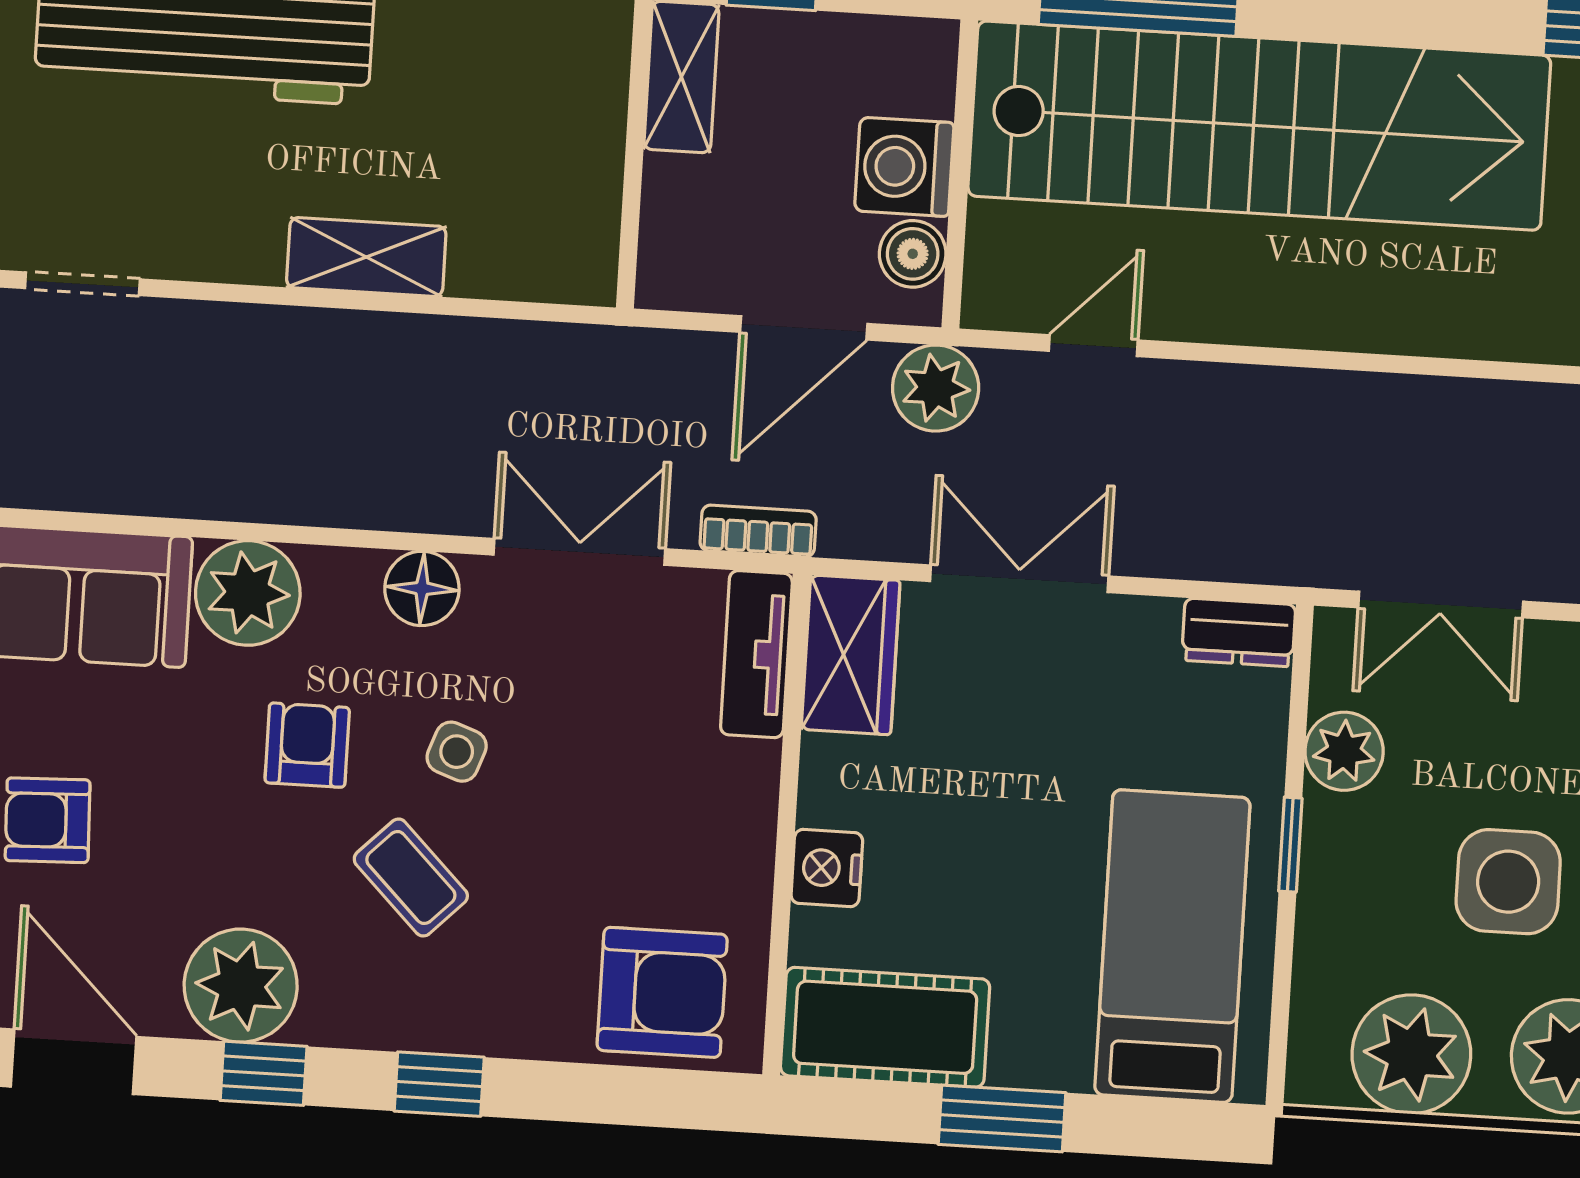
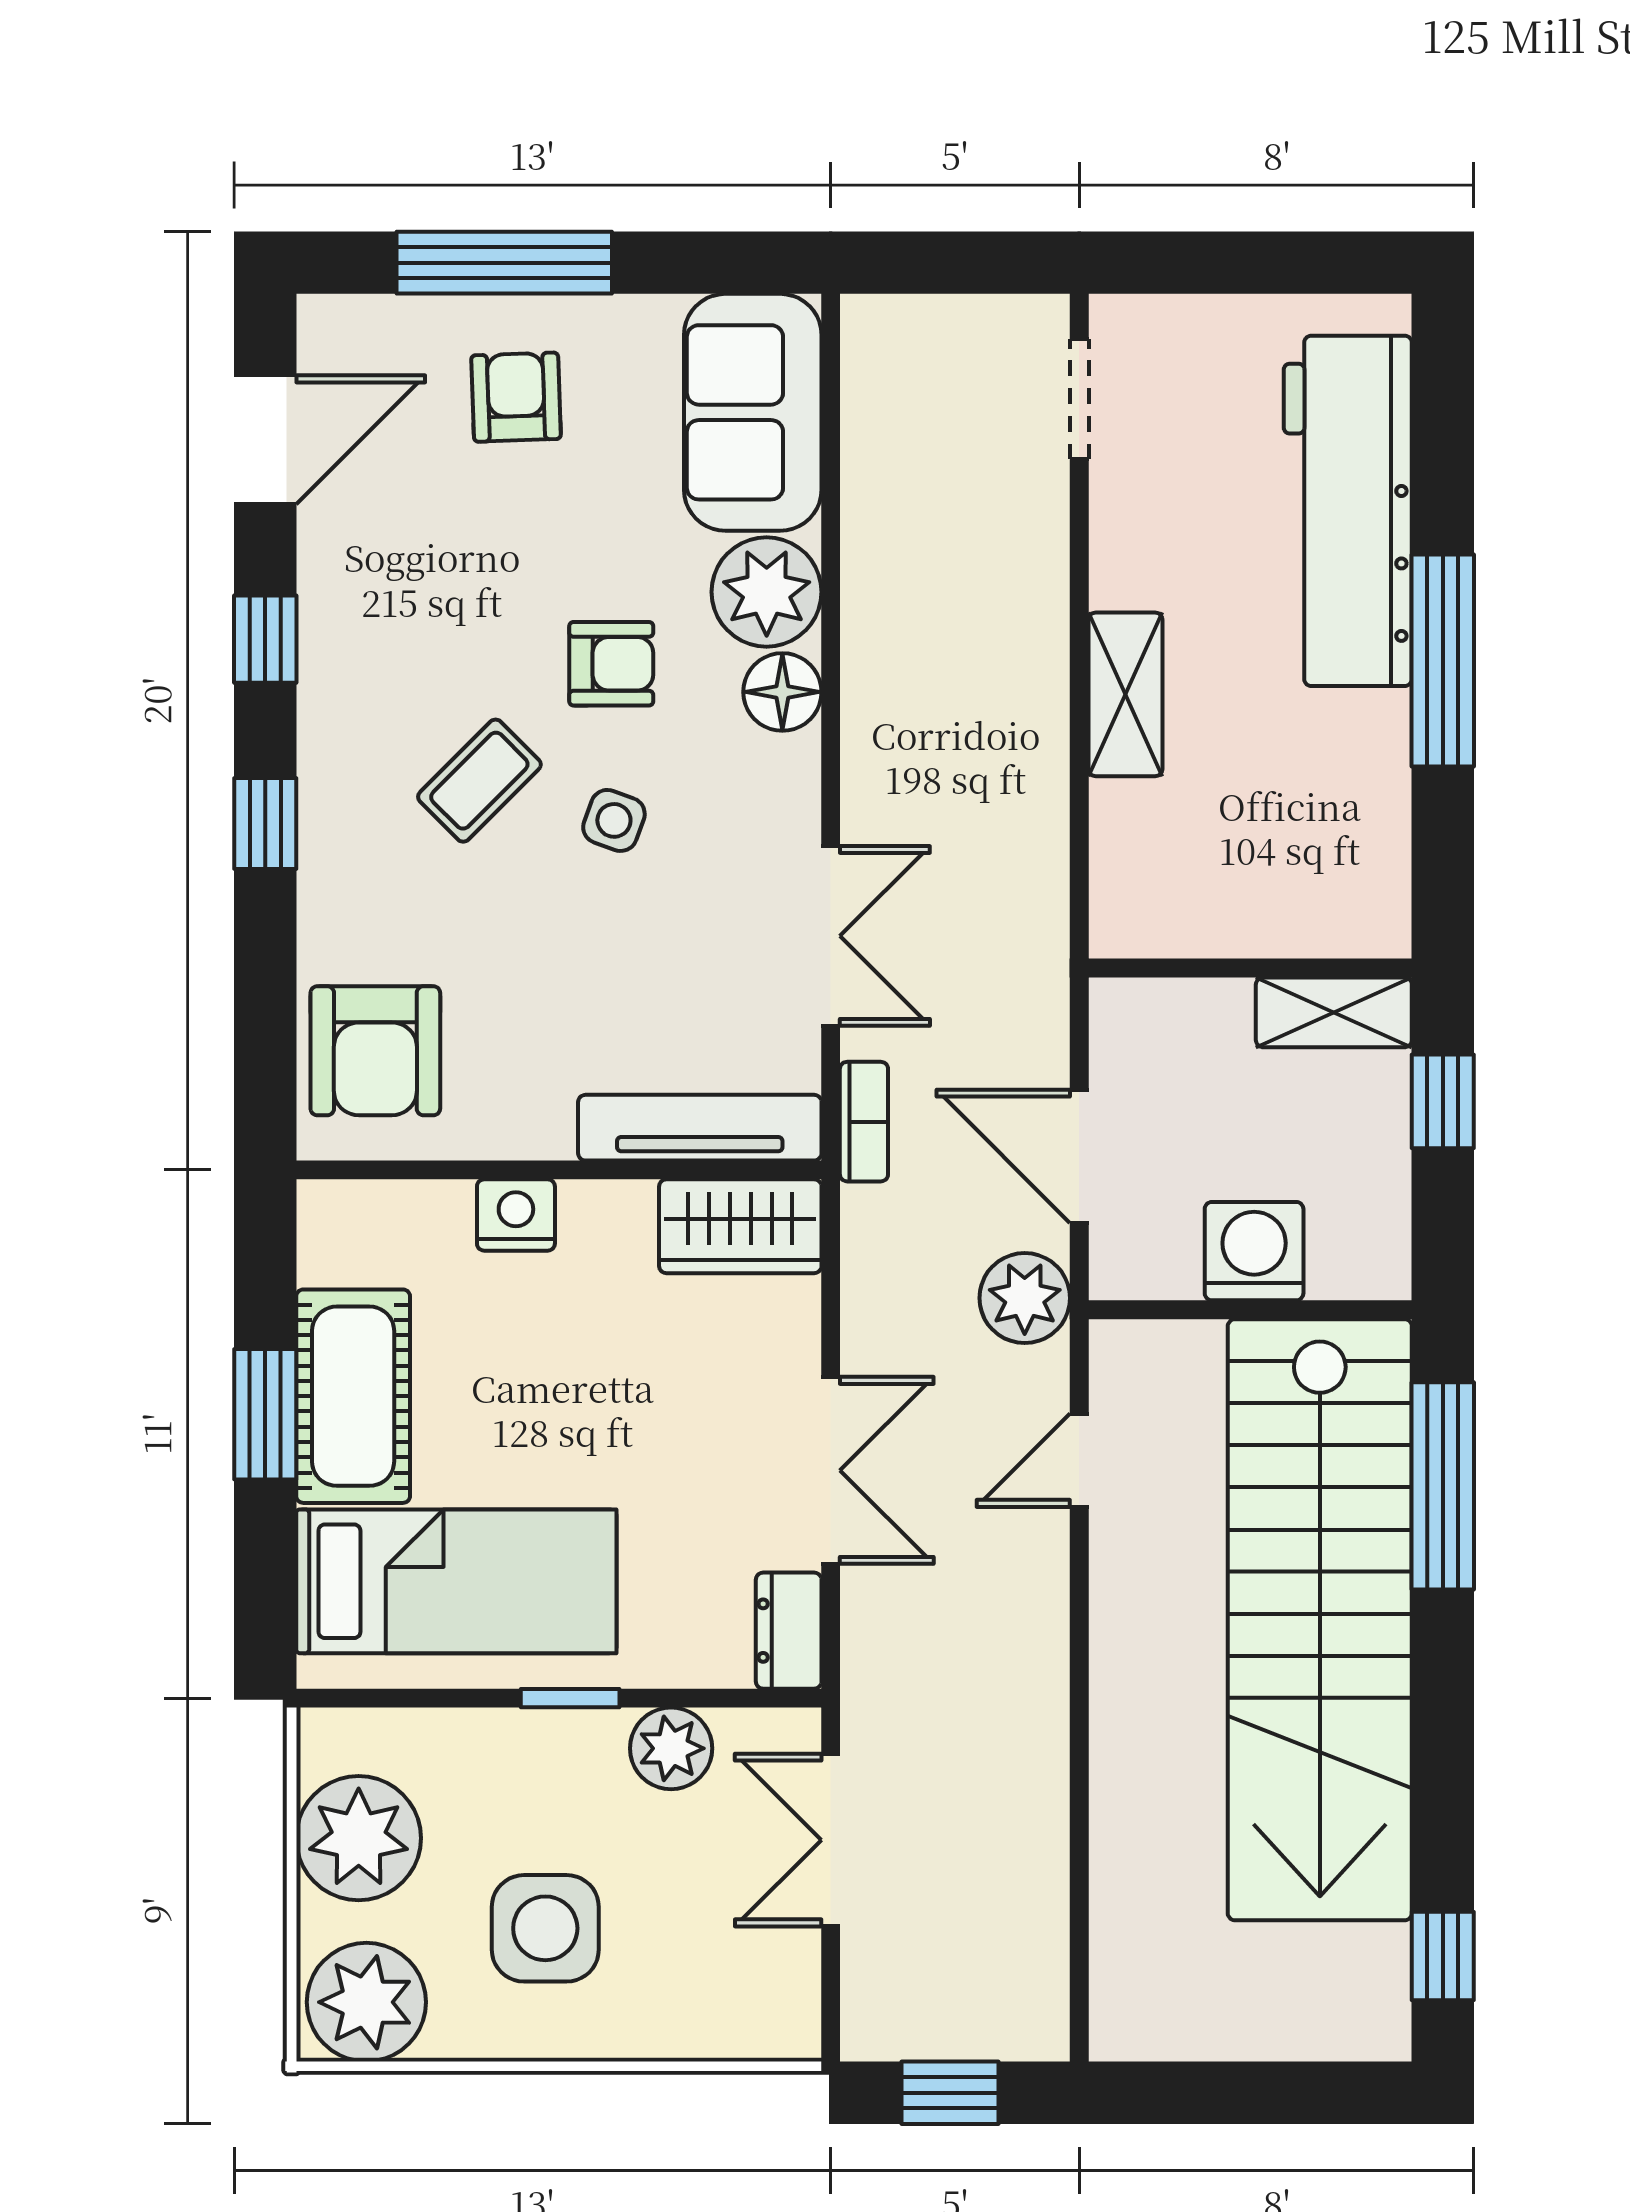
boiler: (913, 254) -> (1164, 1265), removed
door: (1093, 346) -> (1079, 1460), swing flipped
double door: (1019, 579) -> (831, 1470), moved
floor lamp: (422, 588) -> (782, 692), moved
tv unit: (756, 654) -> (700, 1128), width x1.41
plant: (241, 986) -> (356, 610), removed
cot: (885, 1027) -> (353, 1396), moved

